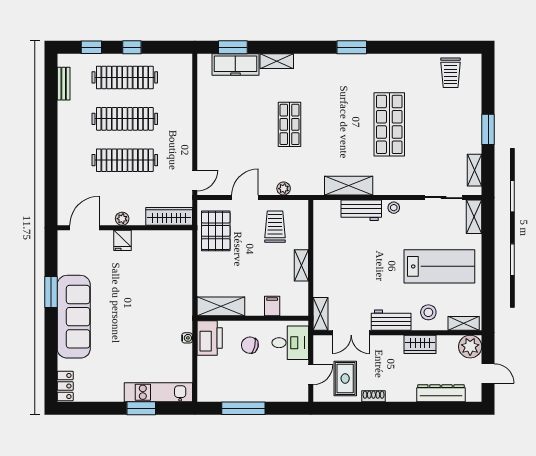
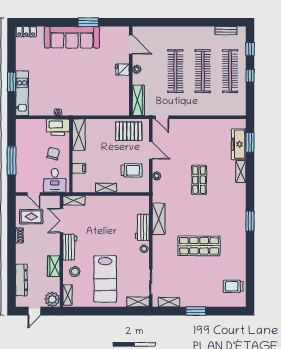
shop shelf: (290, 124) -> (199, 180), turned 90
window: (243, 408) -> (12, 161), moved

